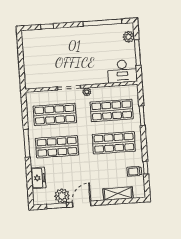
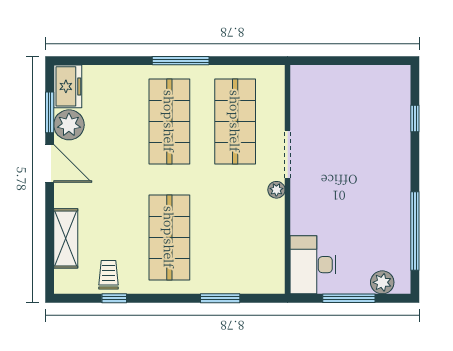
shop shelf: (112, 110) -> (235, 237), removed
freezer: (38, 178) -> (68, 86), moved, turned -90

